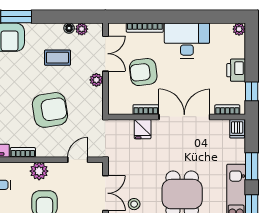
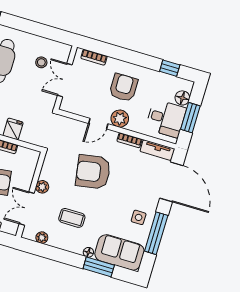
floor lamp: (69, 28) -> (88, 252), moved
door: (78, 160) -> (98, 124), moved

